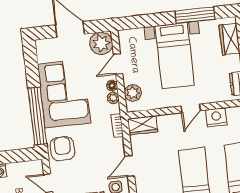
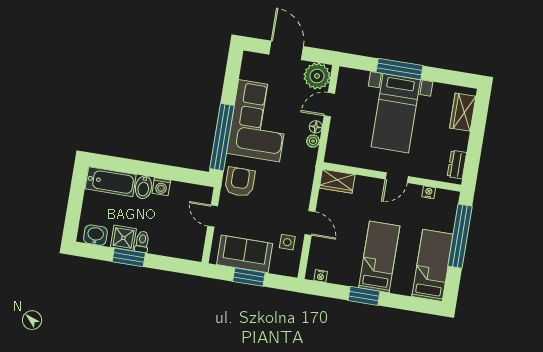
window: (195, 15) -> (399, 69), moved
plant: (133, 93) -> (337, 142), removed
nightstand: (216, 117) -> (429, 192), width x0.53, depth x0.56
bookcase: (117, 126) -> (309, 174), removed
door: (130, 166) -> (310, 223), swing flipped

